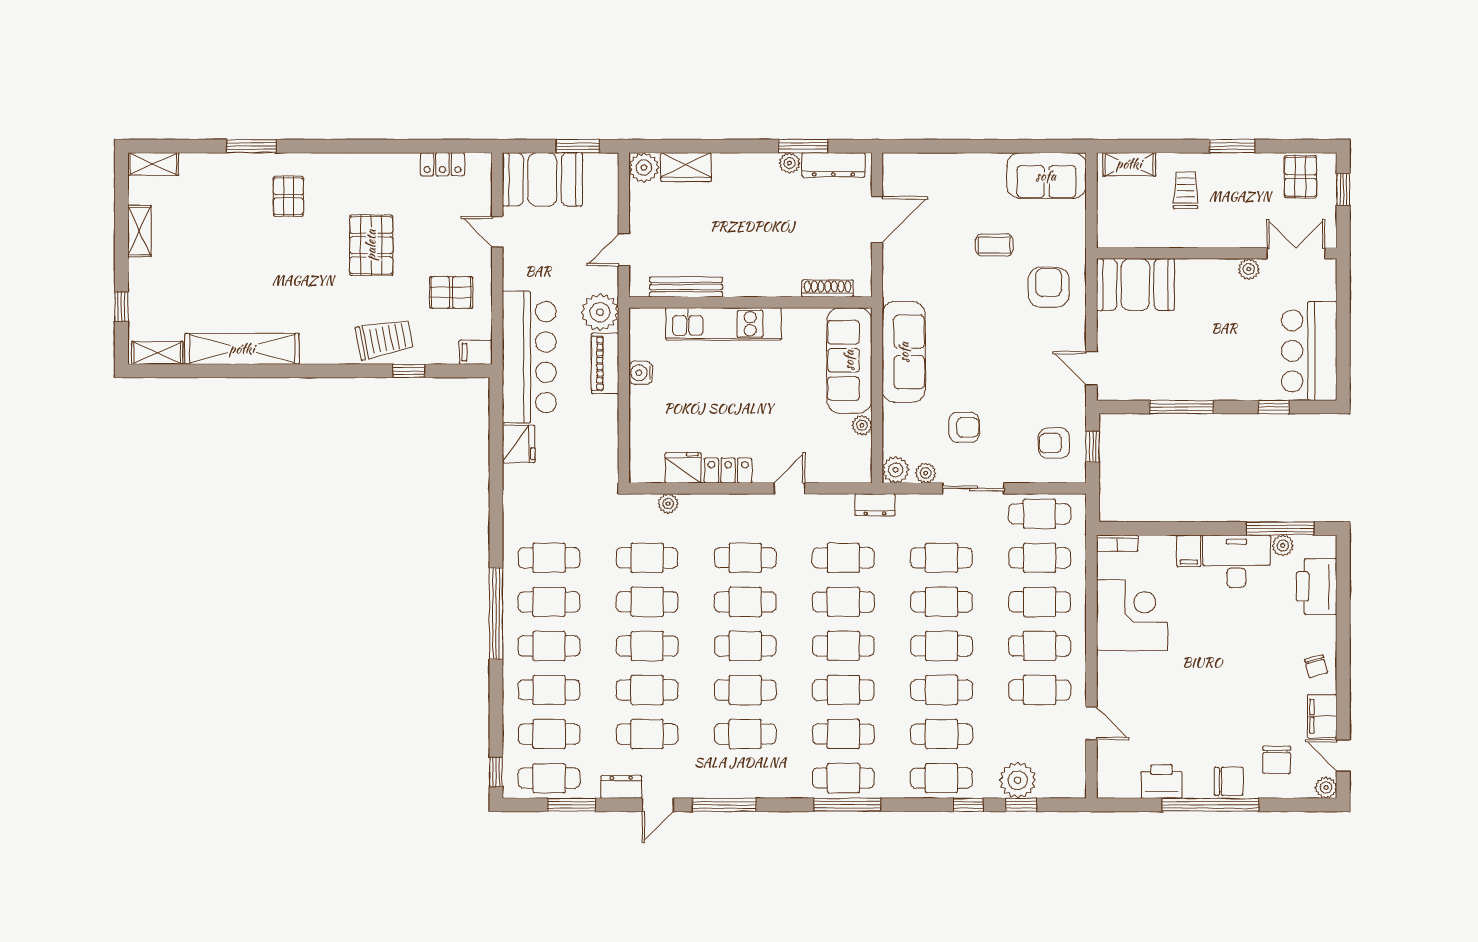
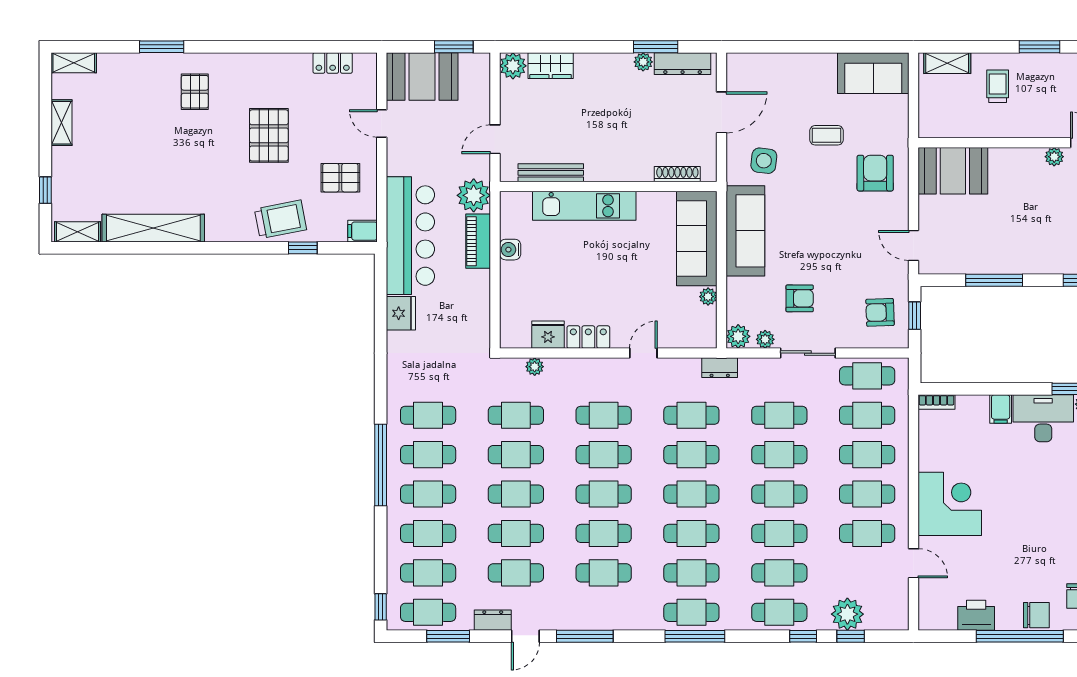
side table: (924, 273) -> (764, 161), added
corner desk: (1132, 615) -> (950, 504), moved

